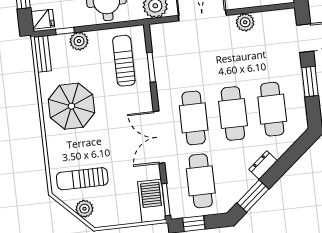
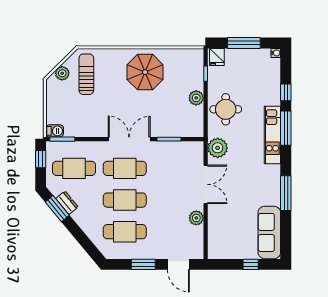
plant: (79, 41) -> (196, 98), moved
bench: (43, 54) -> (189, 54), removed
sun lounger: (124, 61) -> (177, 118), removed
double door: (159, 137) -> (129, 139), moved
dresser: (263, 165) -> (67, 203), moved
barbecue: (152, 201) -> (55, 131), width x0.53, depth x0.65

